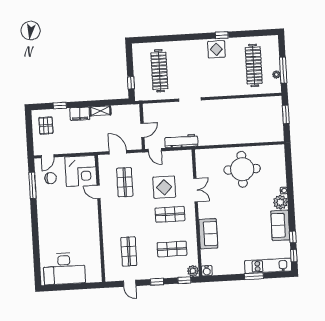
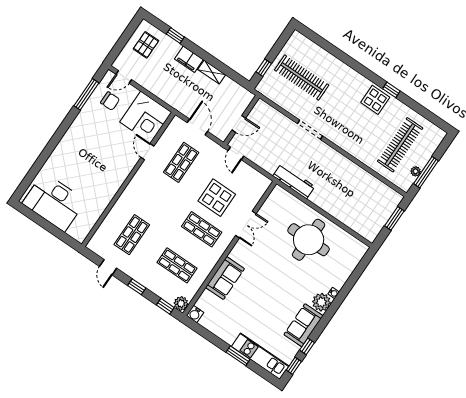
clothes rail: (159, 71) -> (302, 78), turned 90
workbench: (181, 141) -> (294, 181), moved

